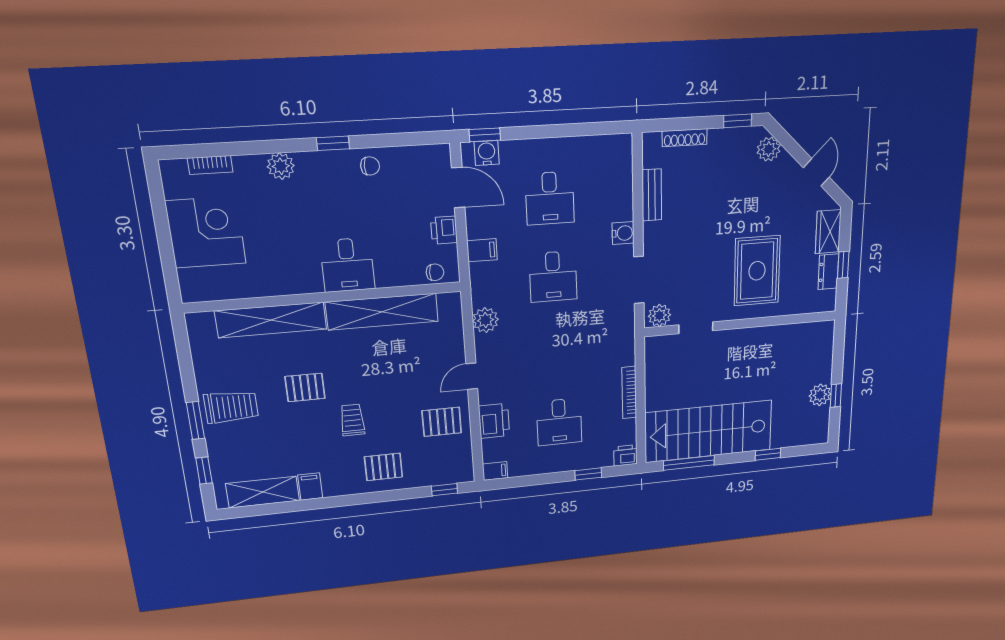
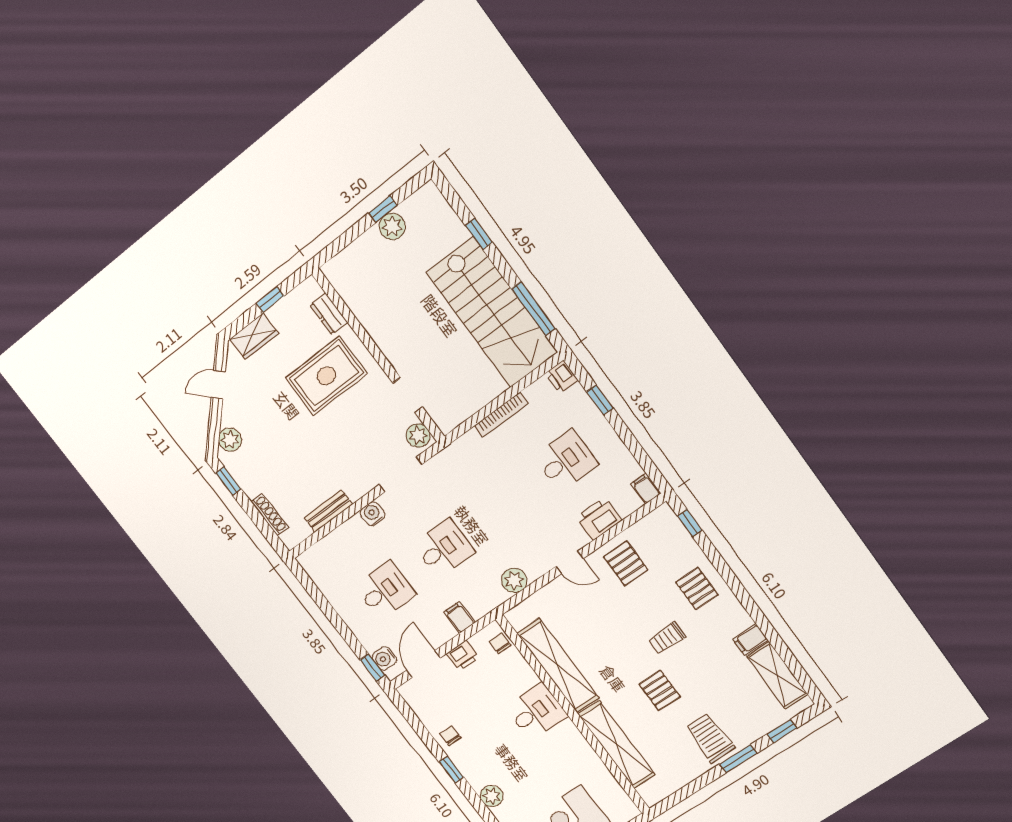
dresser: (828, 272) -> (329, 314), moved, turned 90

